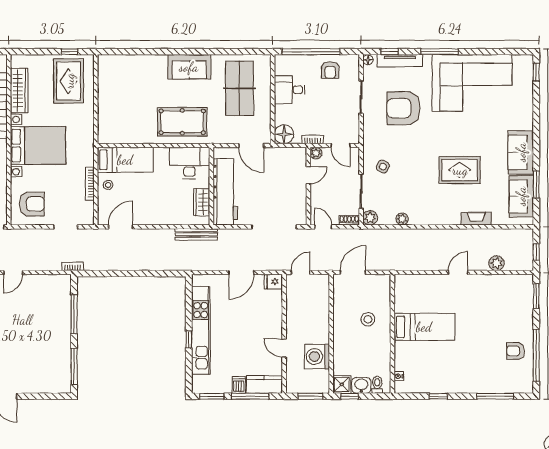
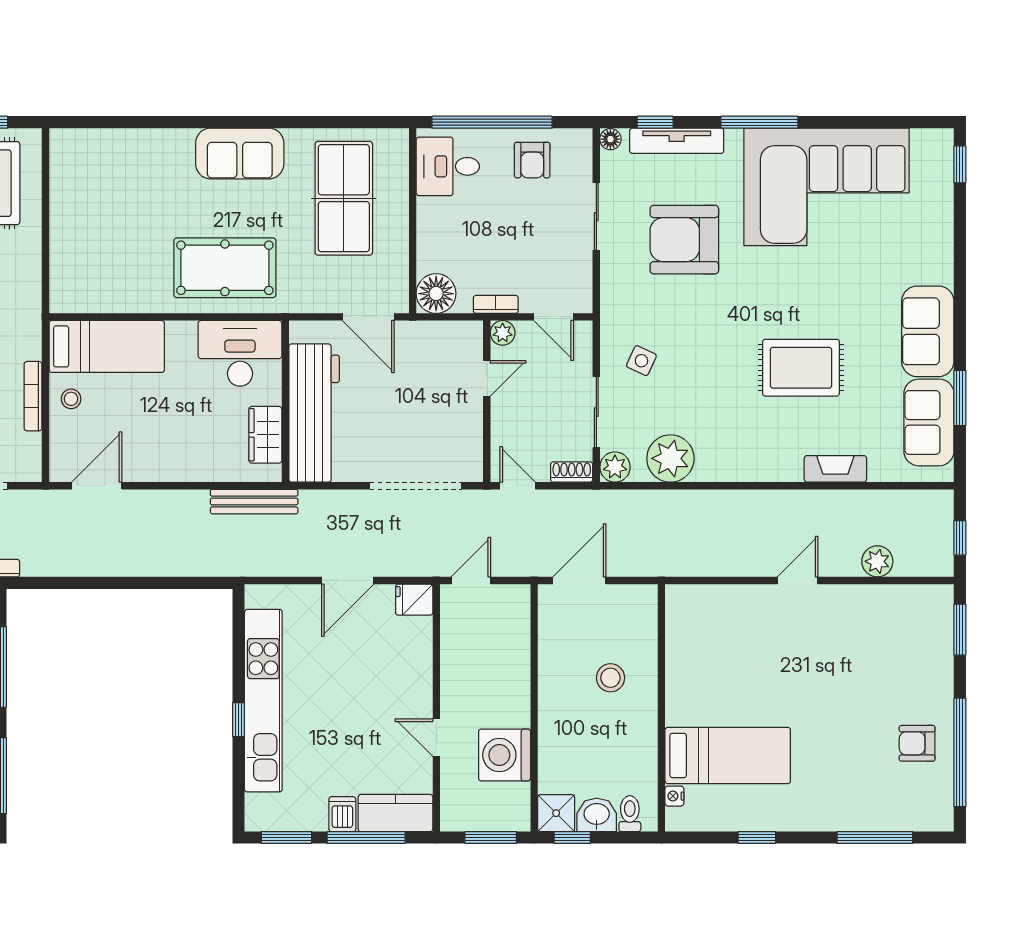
desk: (290, 90) -> (448, 166), moved
plant: (402, 219) -> (670, 458), width x1.88, depth x1.88
bed: (424, 327) -> (728, 755), moved

